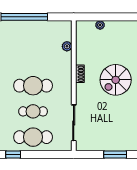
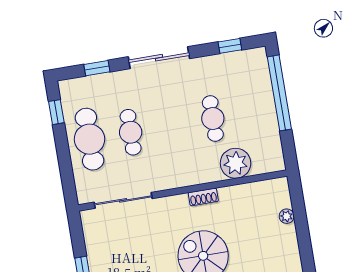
plant: (67, 46) -> (236, 163), width x1.87, depth x1.87
cafe table: (33, 86) -> (213, 118), moved, width x0.73, depth x0.74

